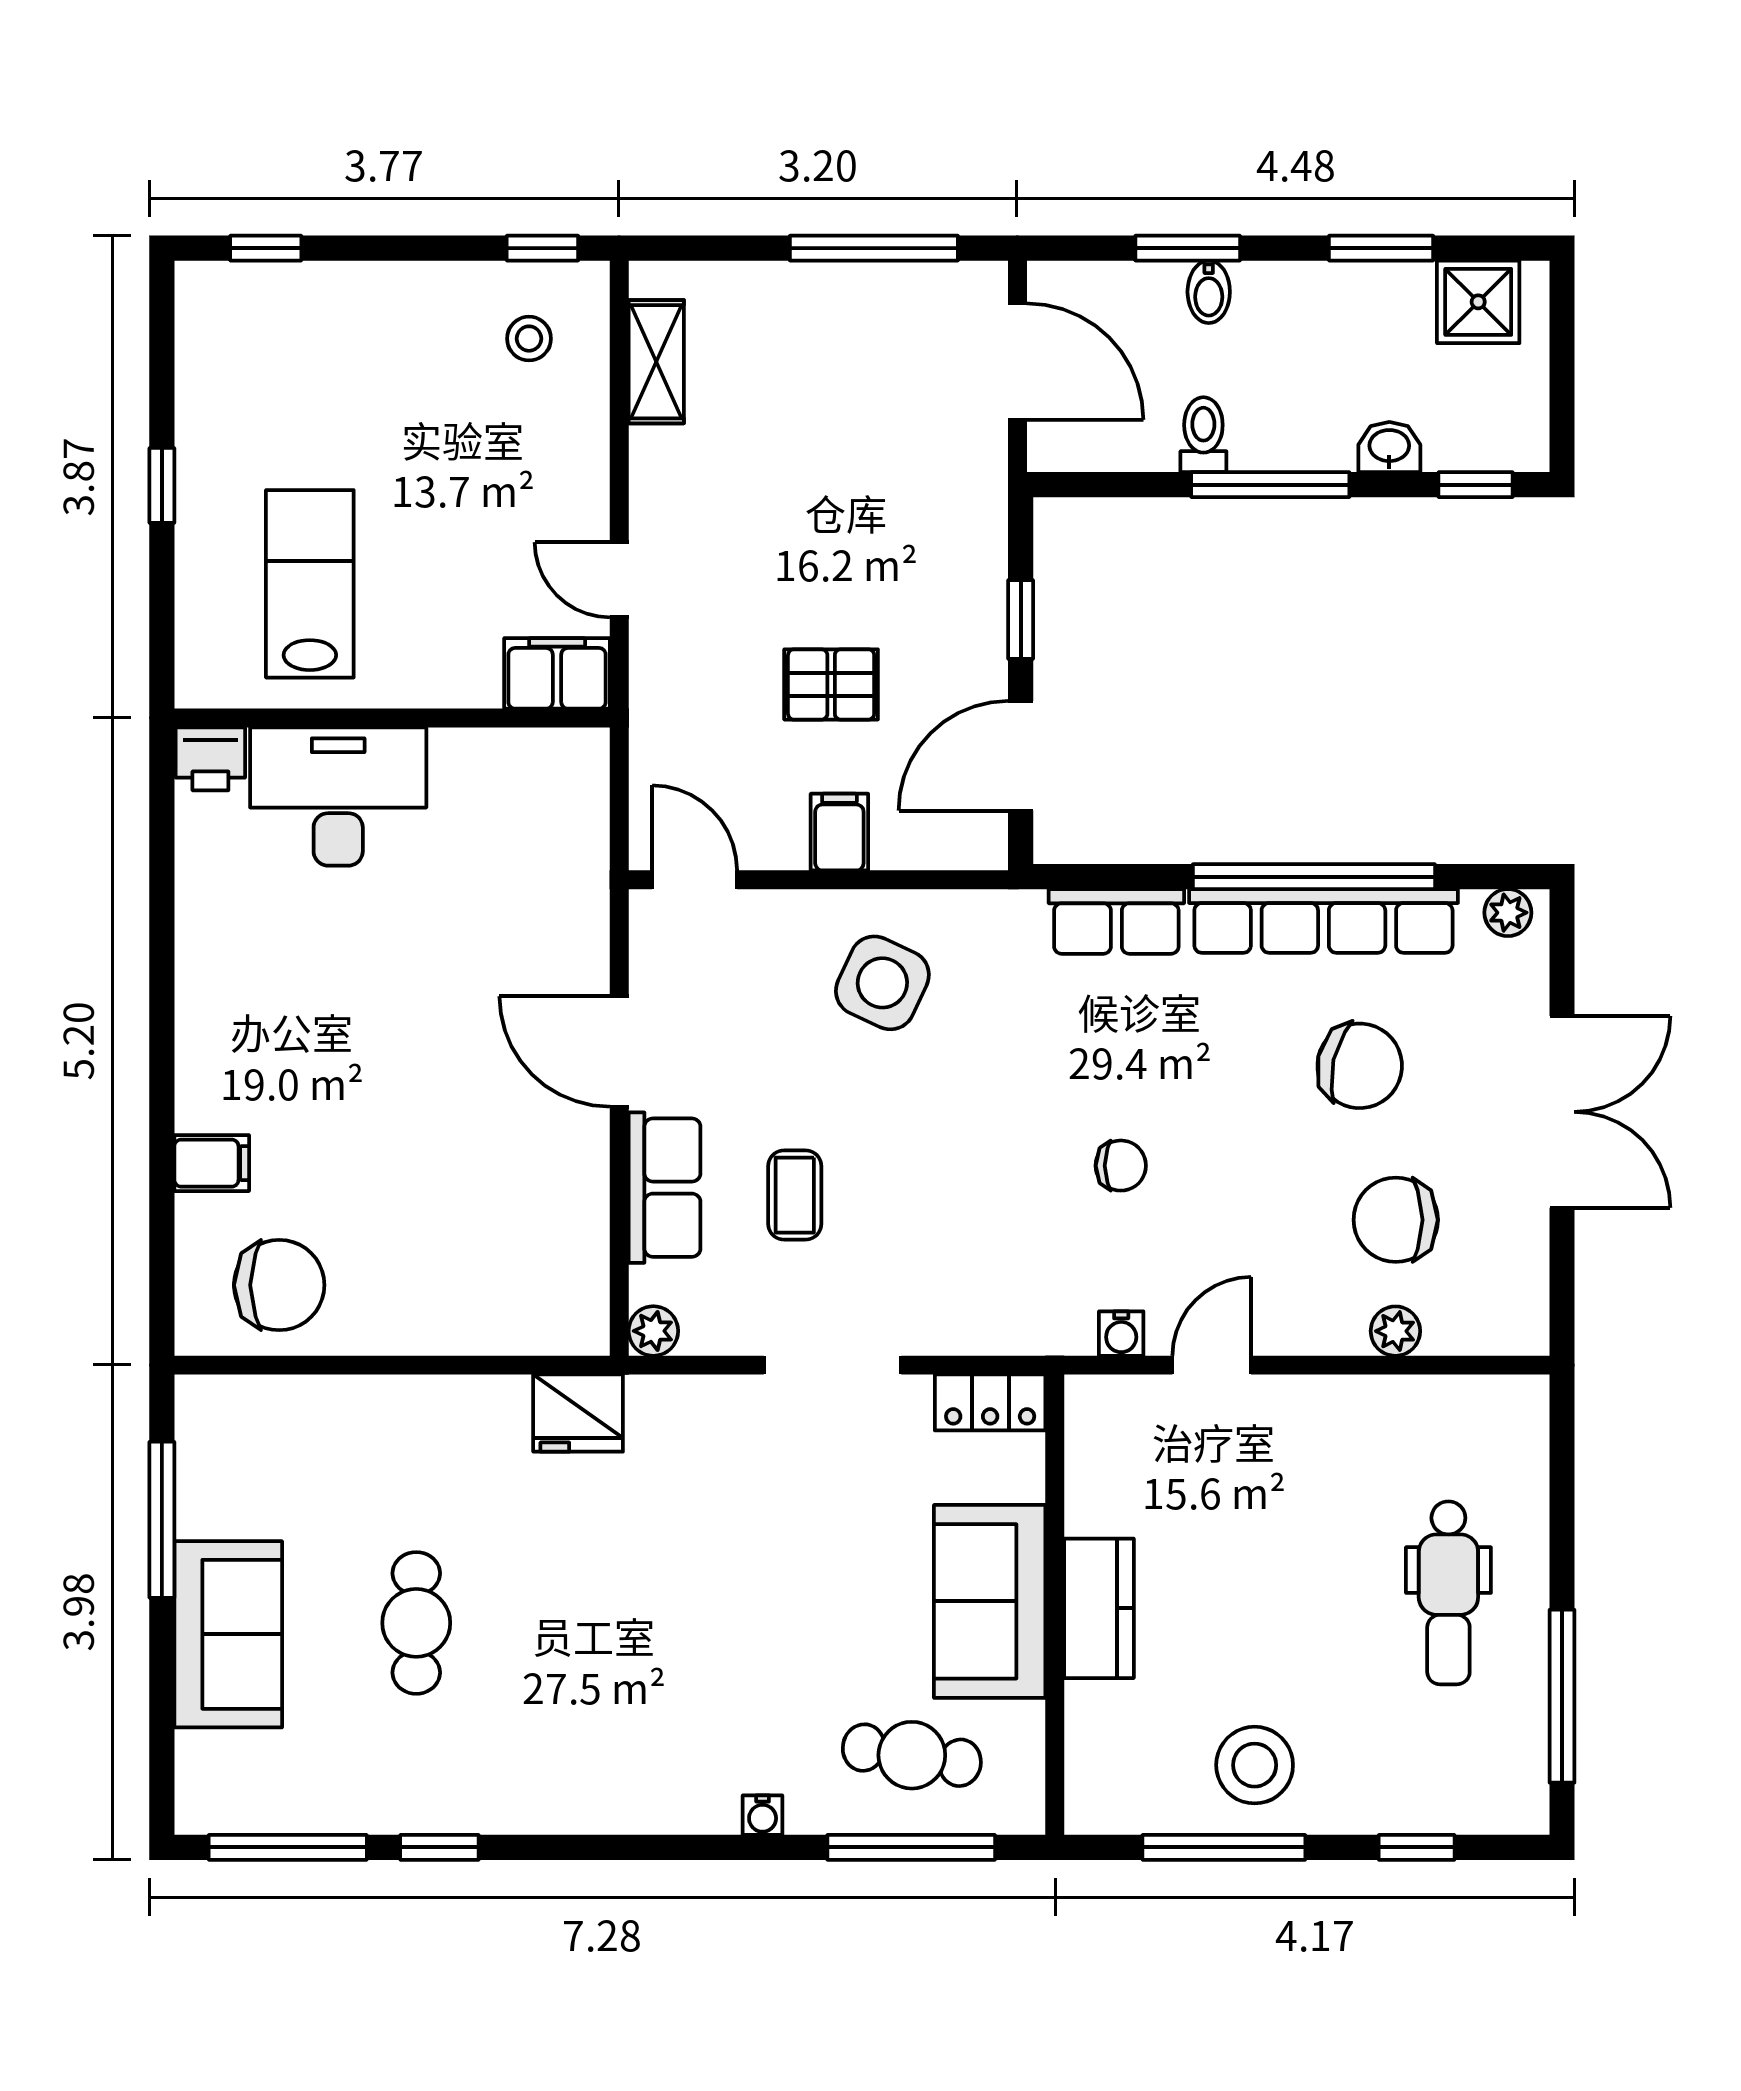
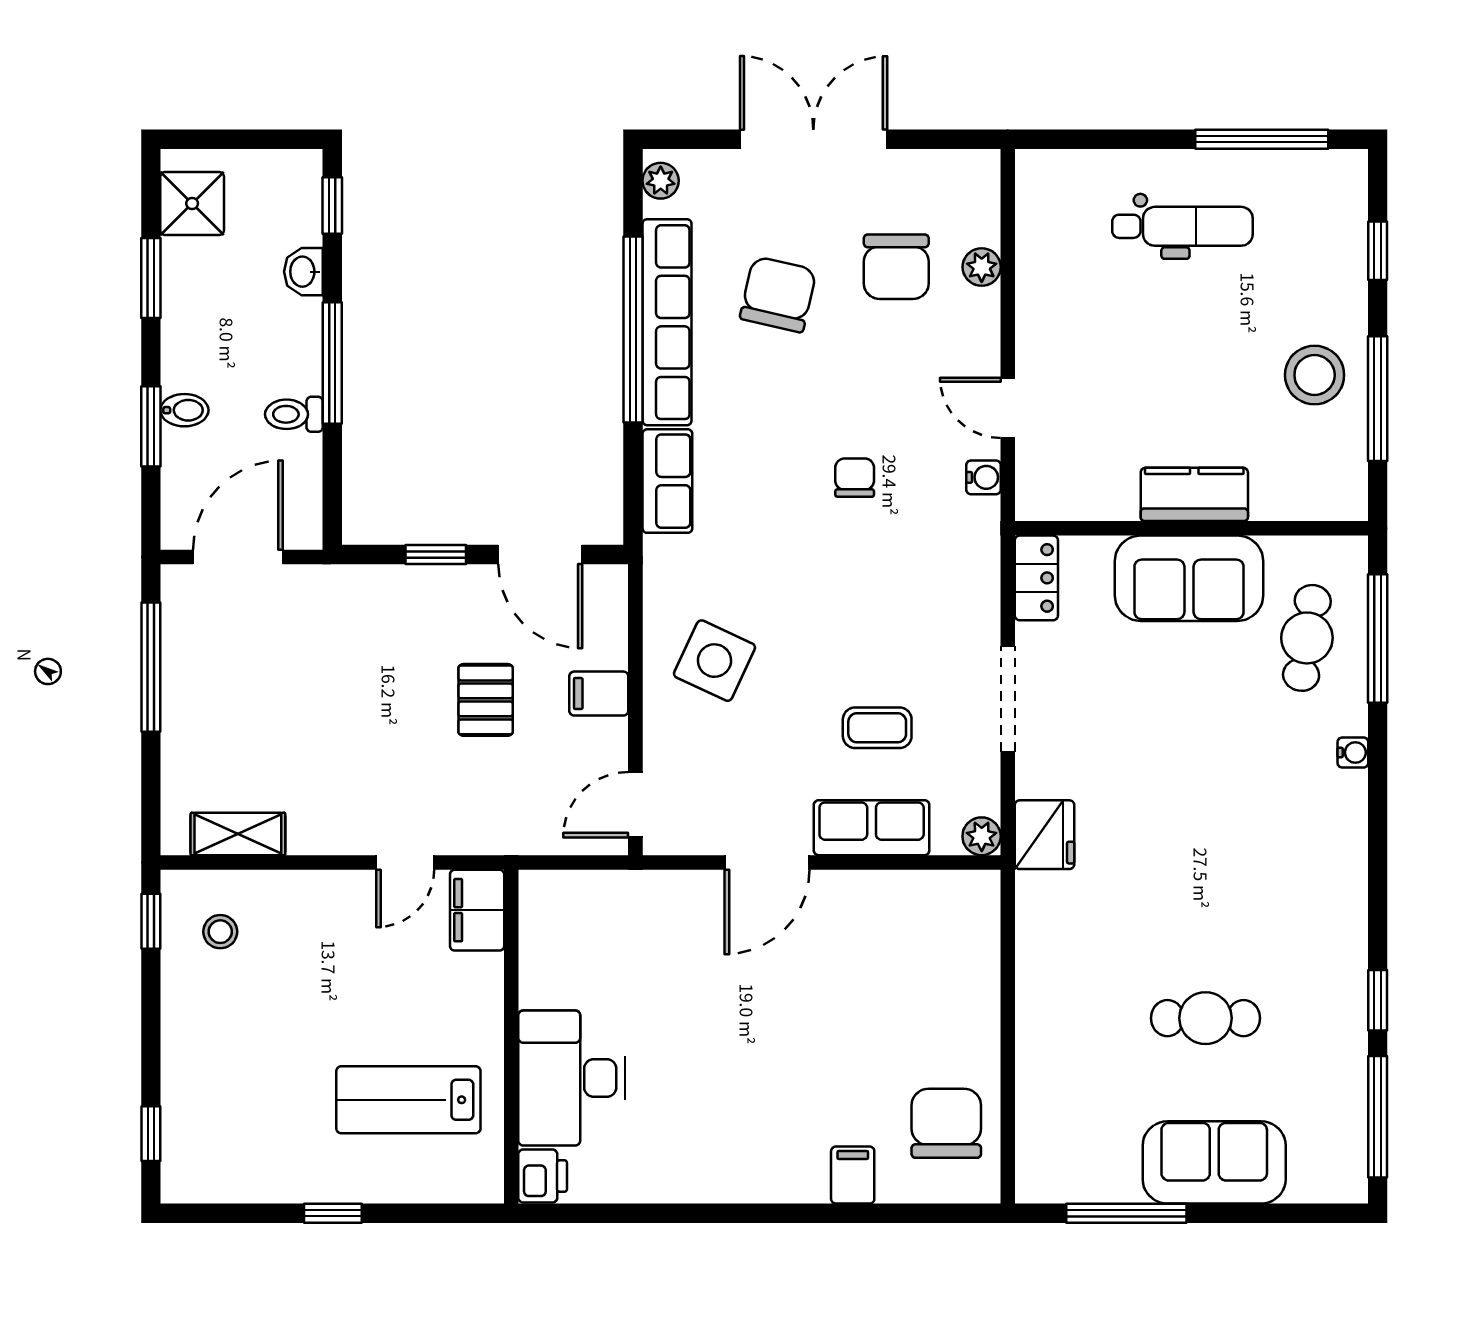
fridge: (578, 1413) -> (1045, 835), moved

